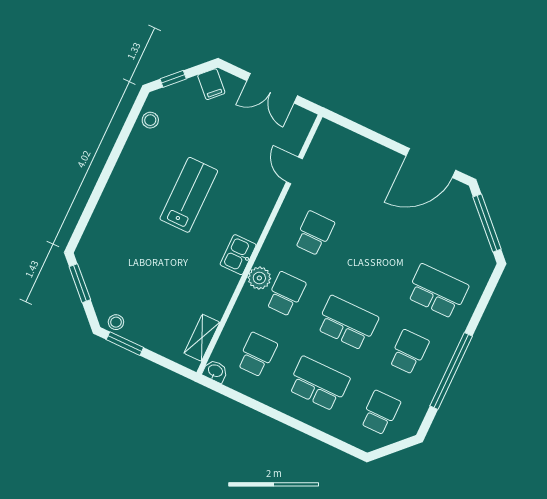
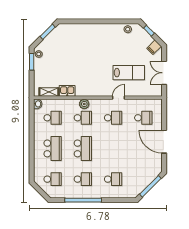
door: (431, 163) -> (164, 142), moved
door: (294, 170) -> (119, 98), moved
school desk: (343, 173) -> (143, 118), added
lab bench: (189, 195) -> (129, 73), moved
kitchen sink: (238, 255) -> (67, 91), moved
school desk: (437, 291) -> (113, 179), width x0.54

